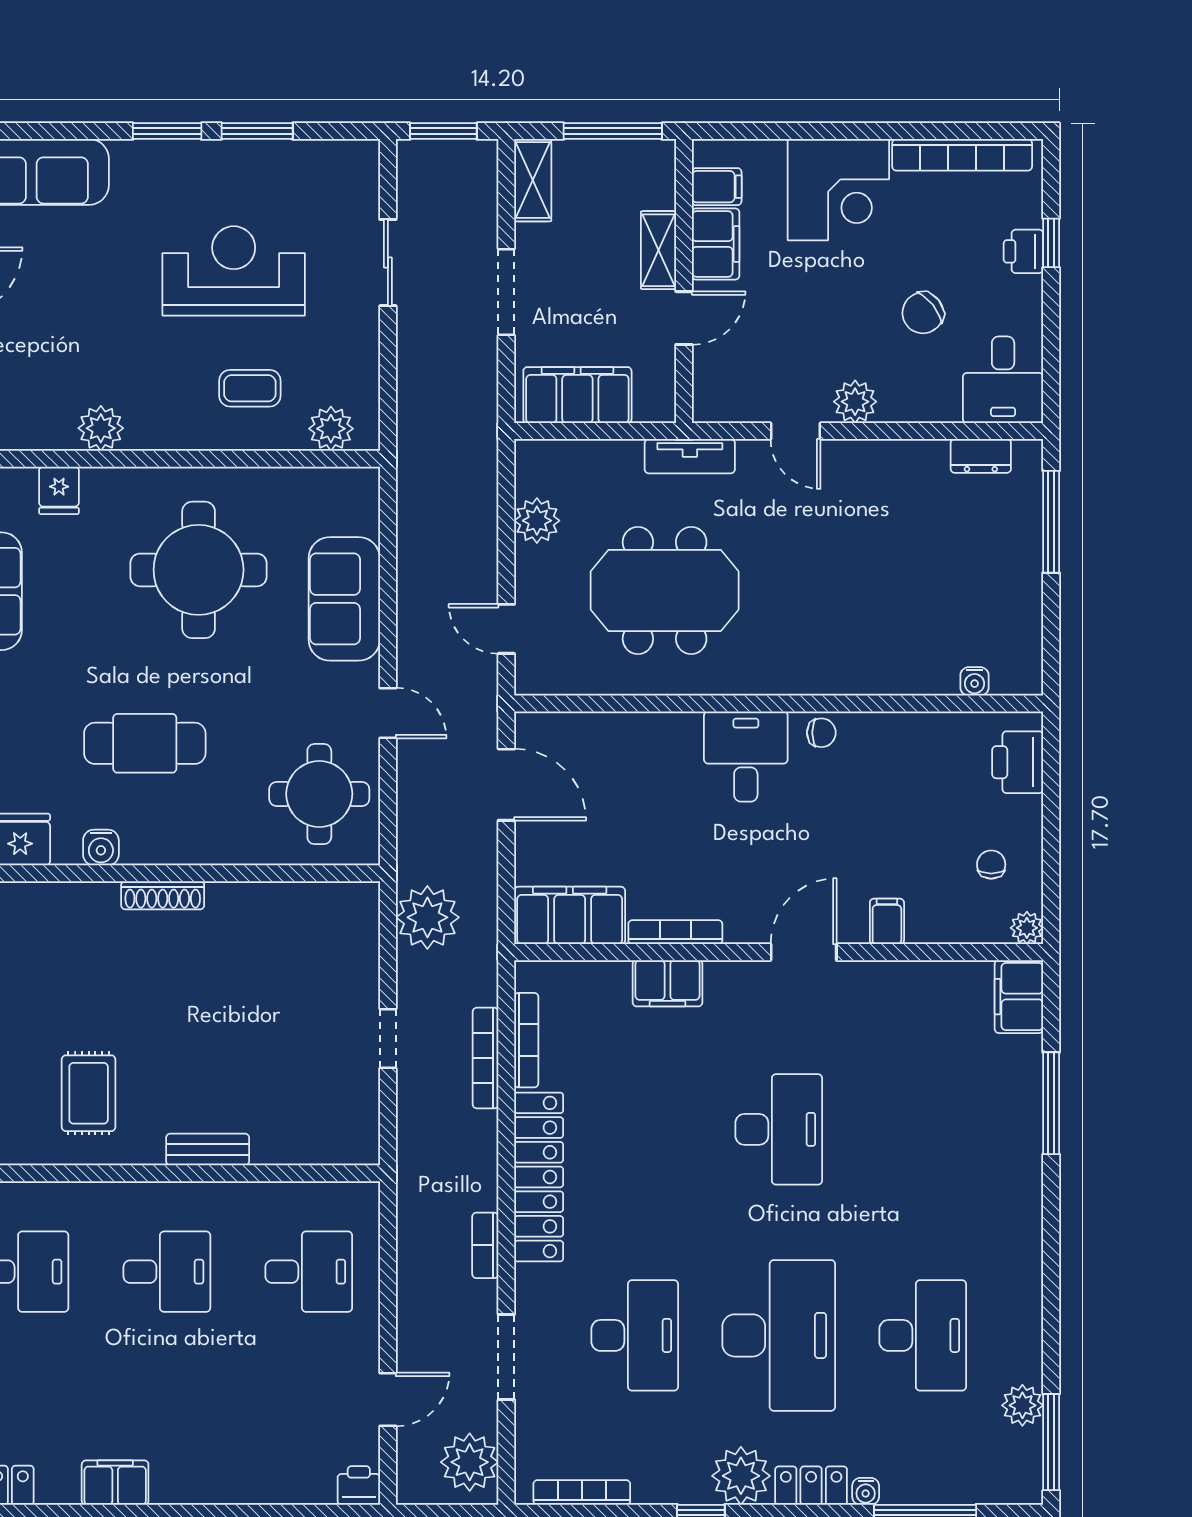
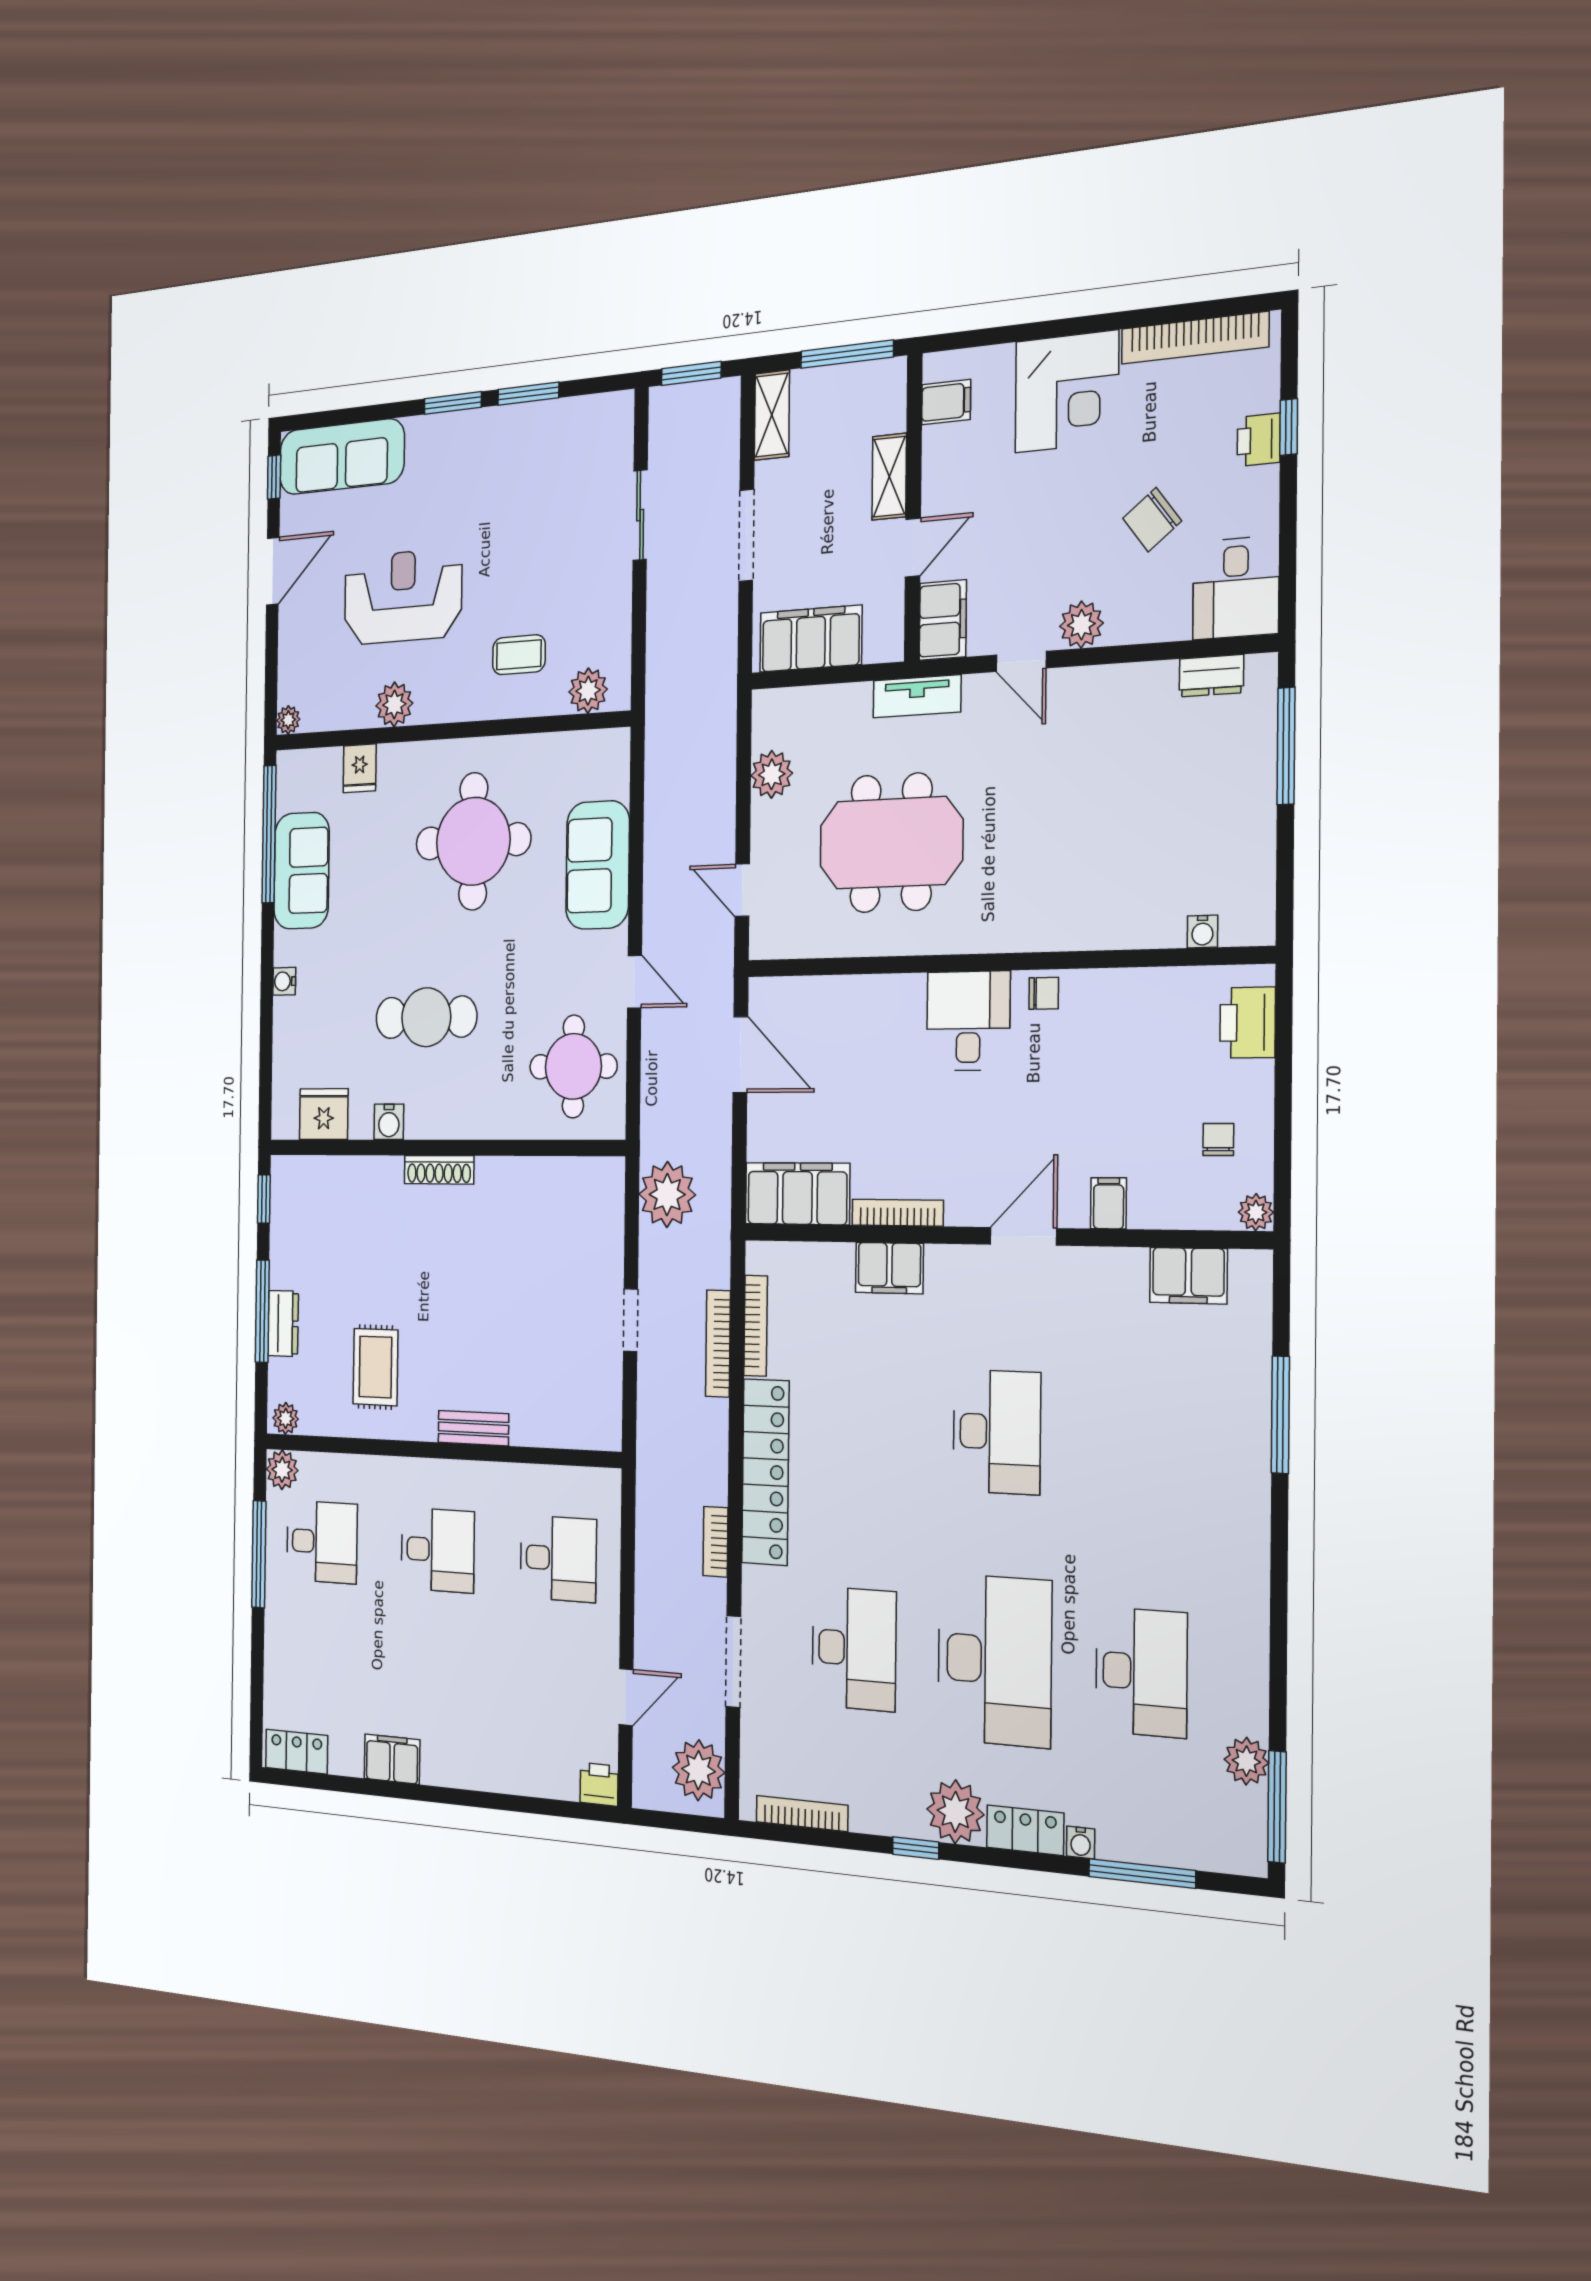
filing cabinet: (716, 244) -> (943, 620), moved
reception desk: (234, 271) -> (403, 597), moved
filing cabinet: (1019, 997) -> (1188, 1276), moved, turned -90

